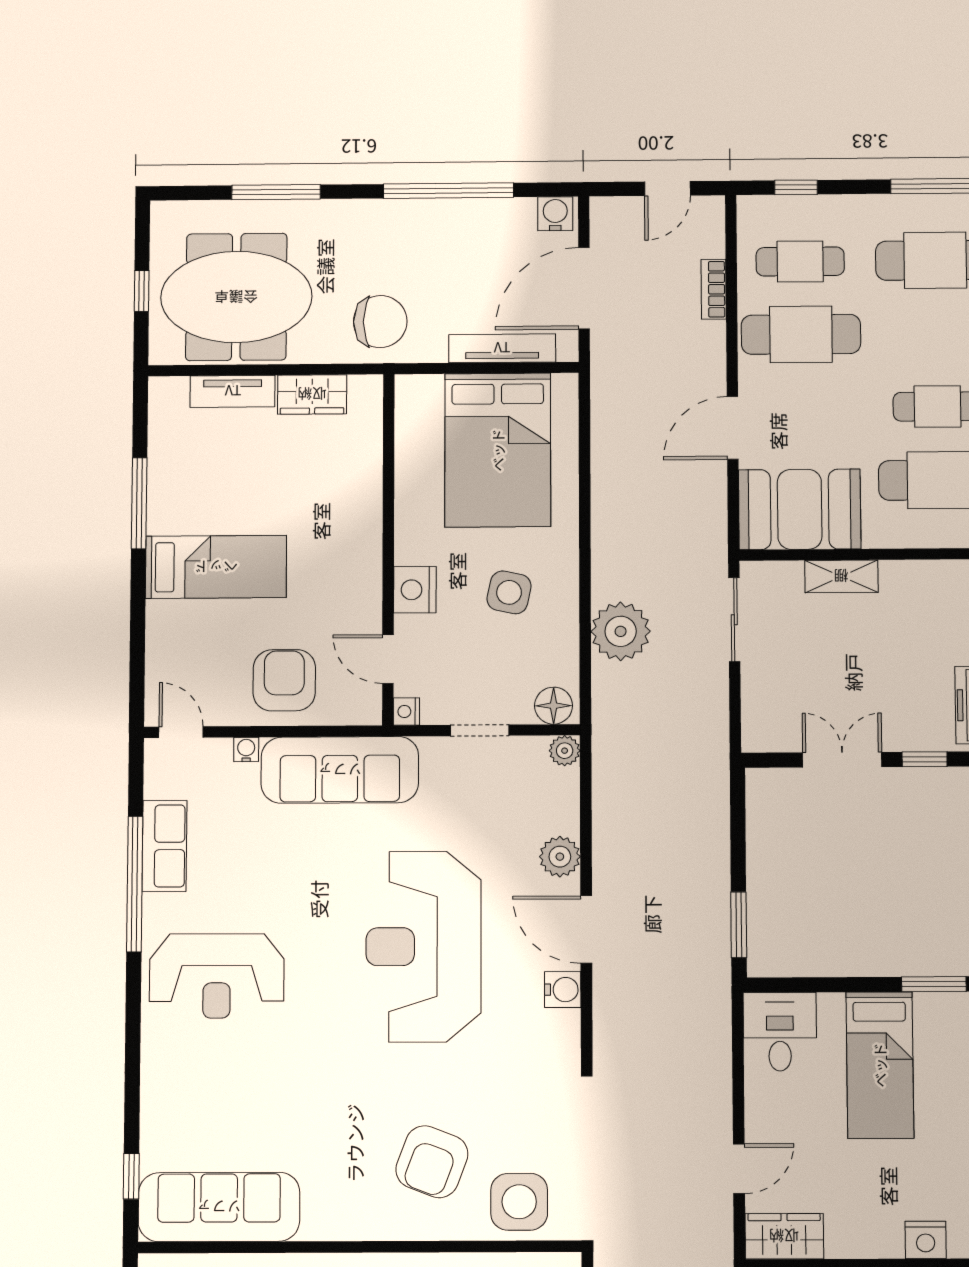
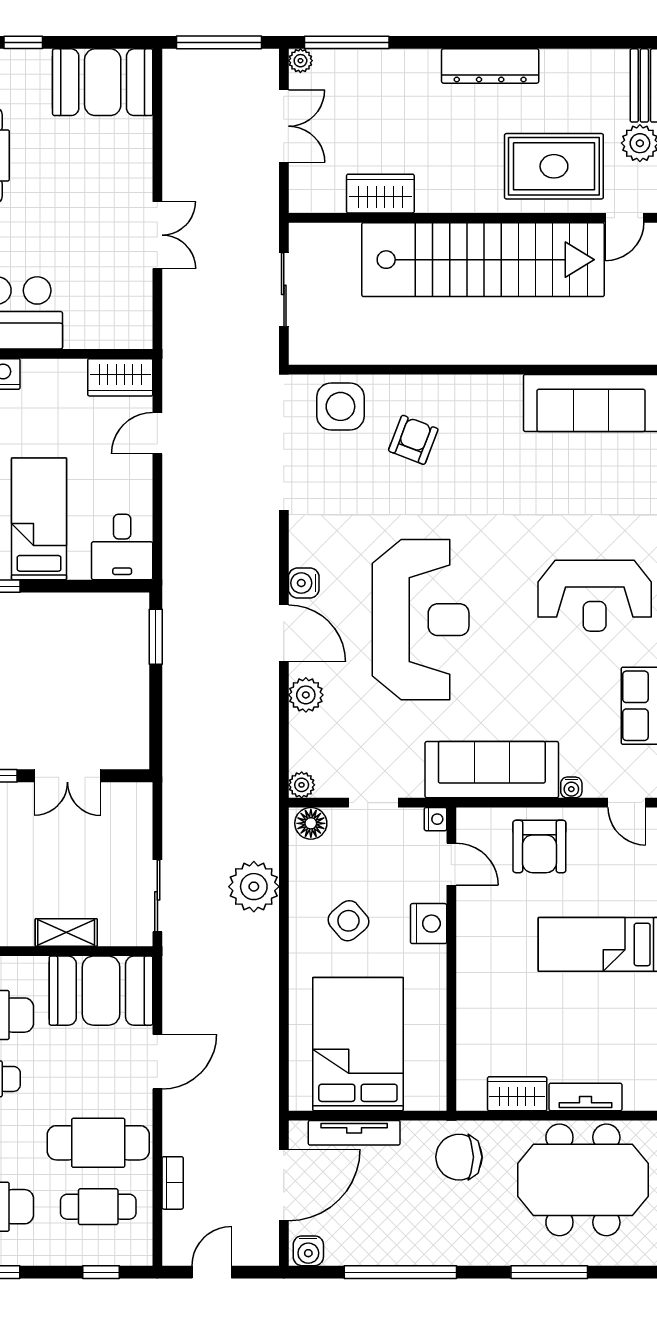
side table: (509, 592) -> (348, 921), turned 38
reception desk: (217, 976) -> (595, 596), turned 180
armchair: (432, 1162) -> (413, 440), width x0.72, depth x0.72

